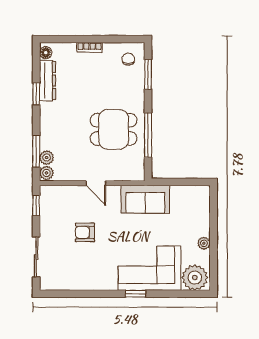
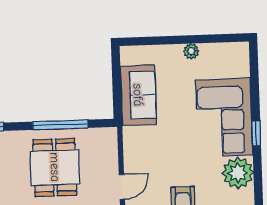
sofa: (145, 199) -> (138, 95), moved
plant: (195, 278) -> (238, 173), moved

